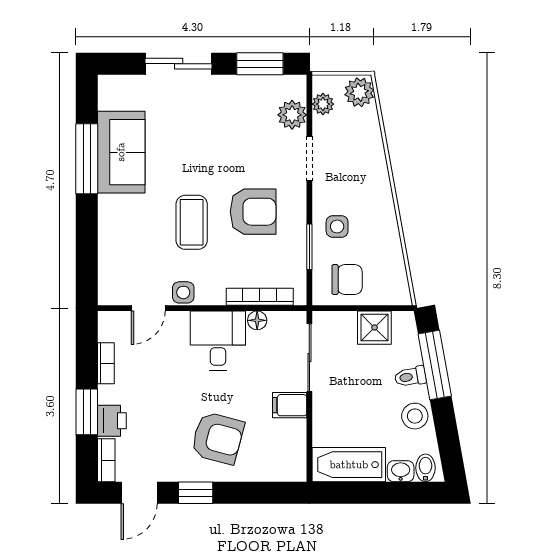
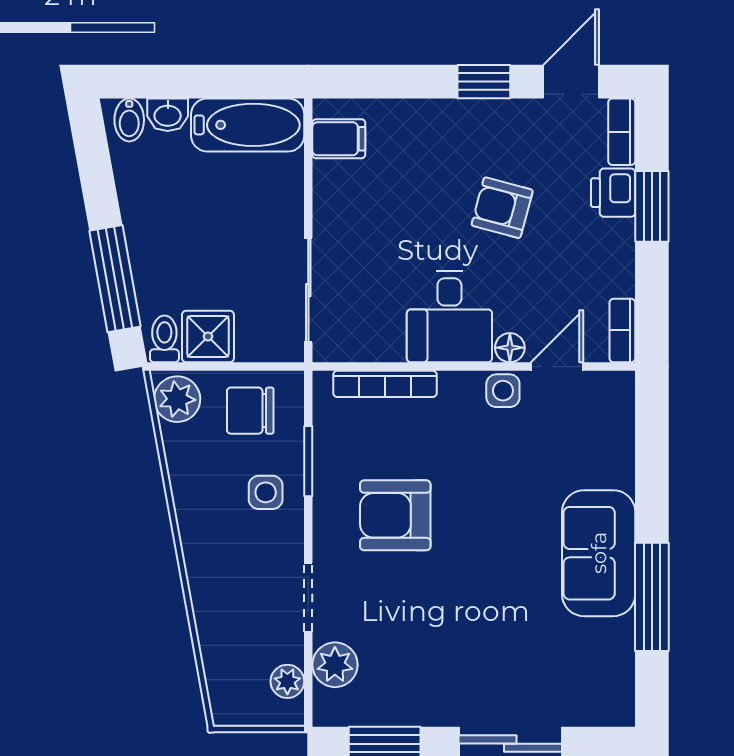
plant: (359, 92) -> (177, 399), moved
sofa: (121, 152) -> (599, 553), moved
coffee table: (192, 222) -> (490, 499), removed
floor lamp: (257, 320) -> (510, 348), moved
bookcase: (106, 363) -> (622, 330), moved
toilet: (410, 377) -> (164, 339), moved, turned -80
filing cabinet: (290, 405) -> (339, 139), moved
stool: (415, 416) -> (146, 200), removed
armchair: (218, 438) -> (502, 208), moved, width x0.72, depth x0.72

